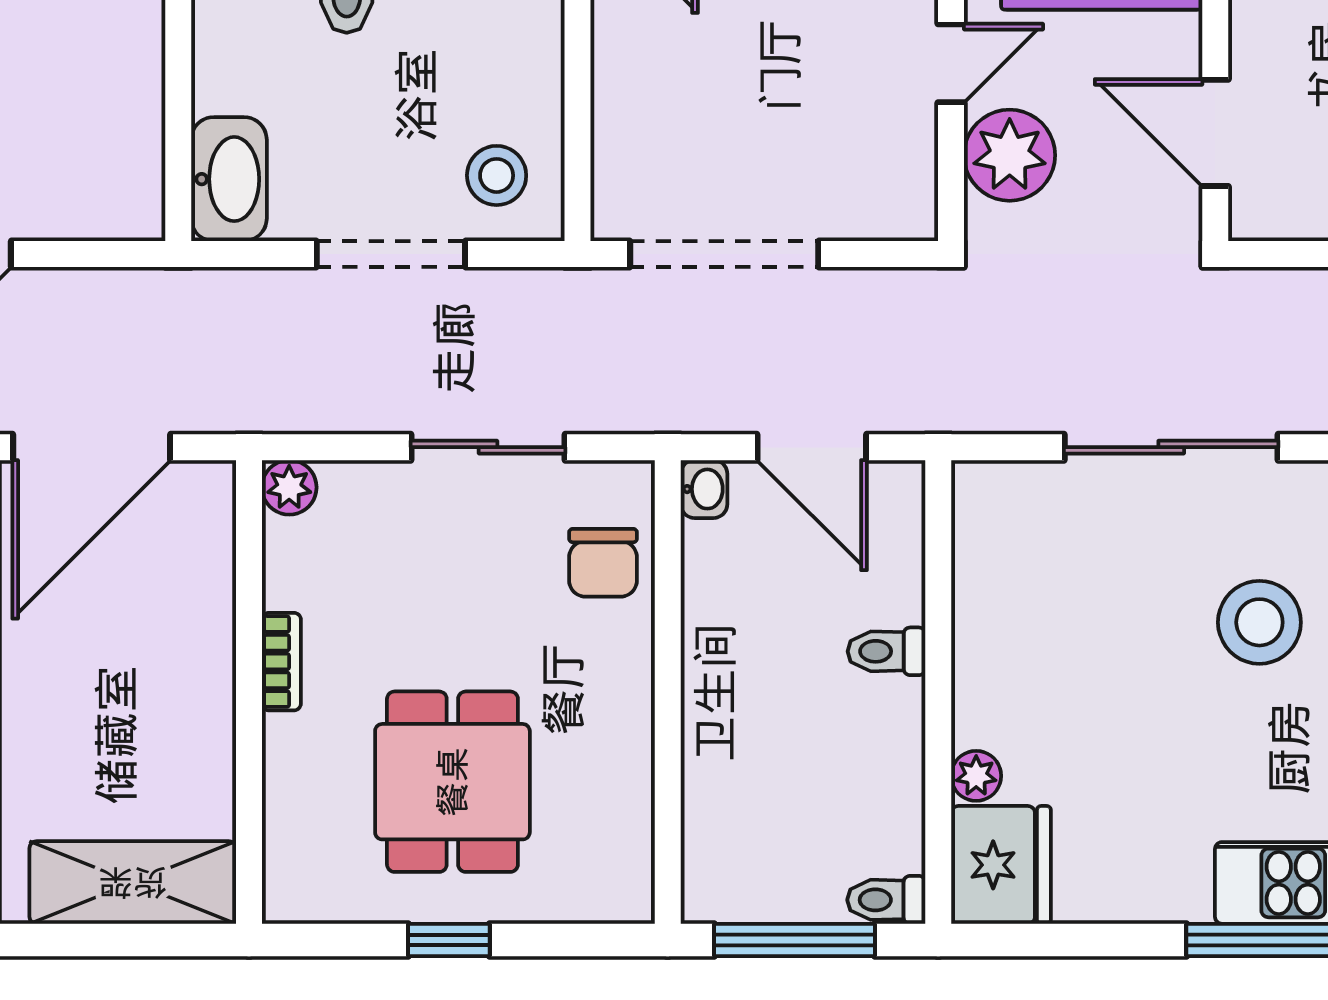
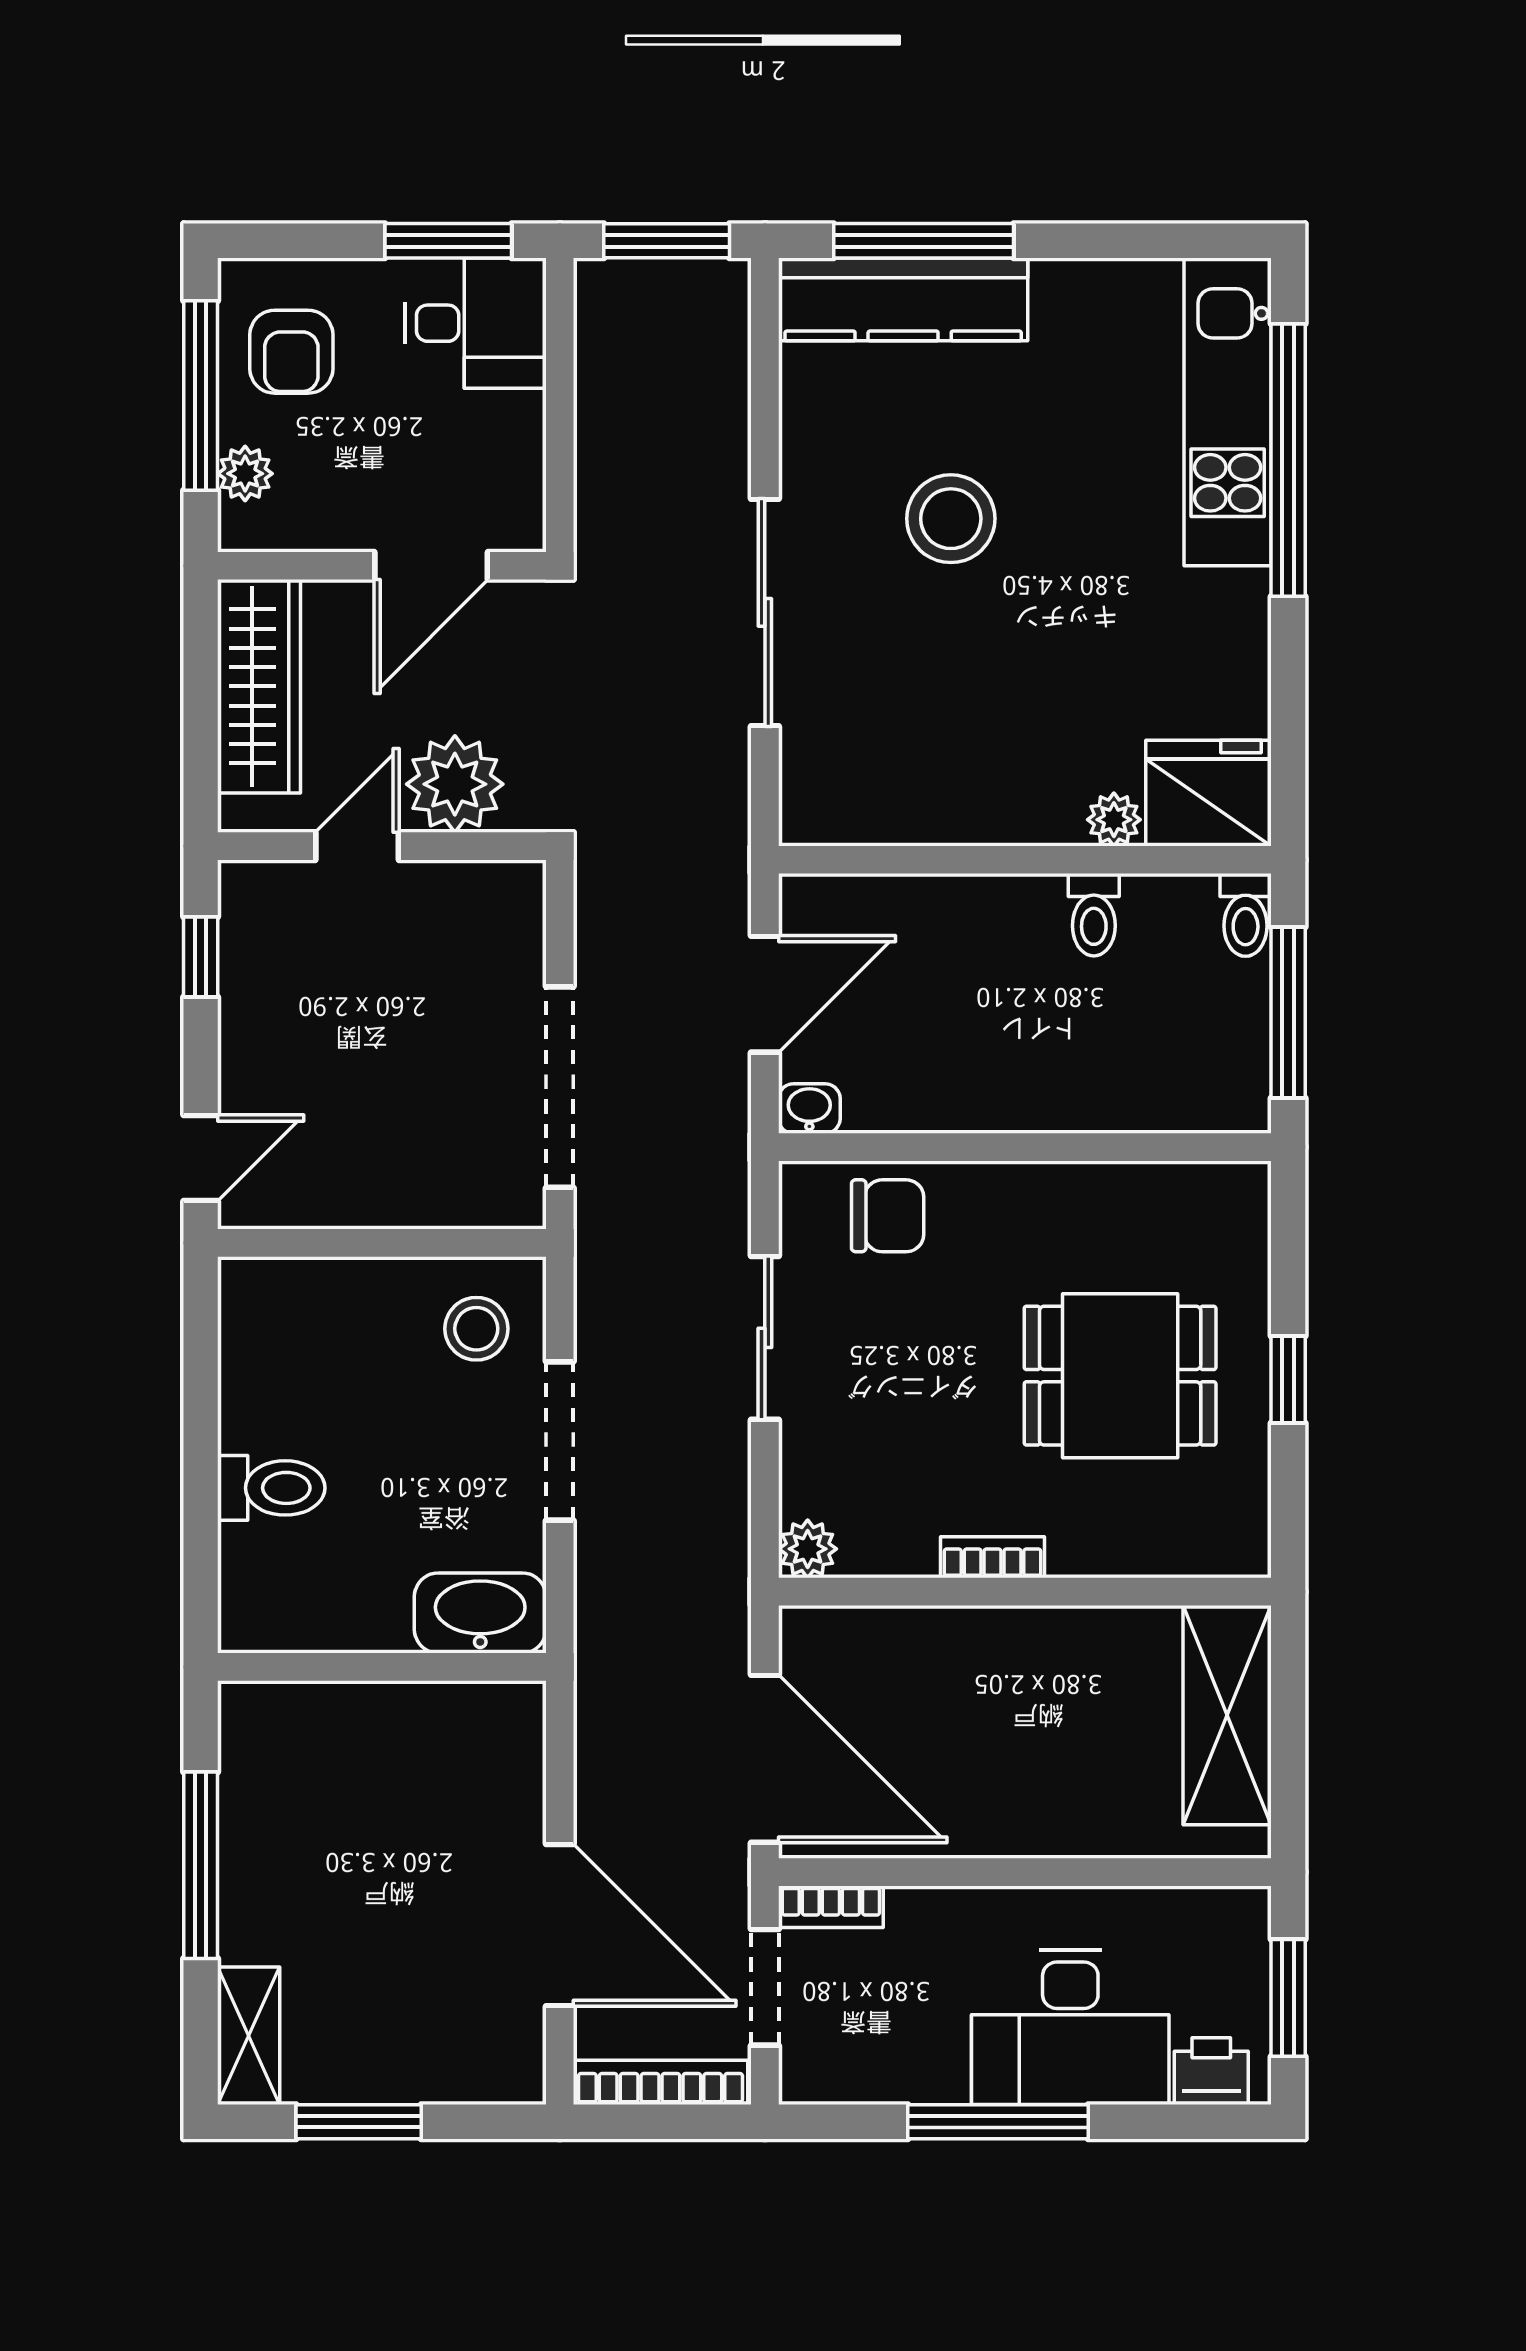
door: (951, 63) -> (357, 846), hinge flipped
toilet: (886, 651) -> (1094, 915), moved

